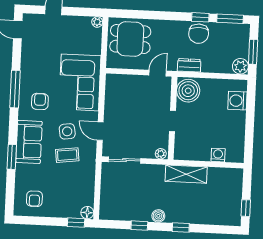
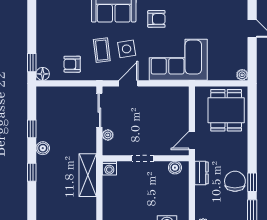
chair: (199, 34) -> (235, 181), turned 90
door: (158, 73) -> (192, 140), swing flipped
boiler: (188, 91) -> (175, 168), width x0.54, depth x0.54
plant: (161, 154) -> (108, 135), moved
washing machine: (218, 155) -> (109, 168), moved, turned 90
armchair: (34, 199) -> (72, 64), moved

